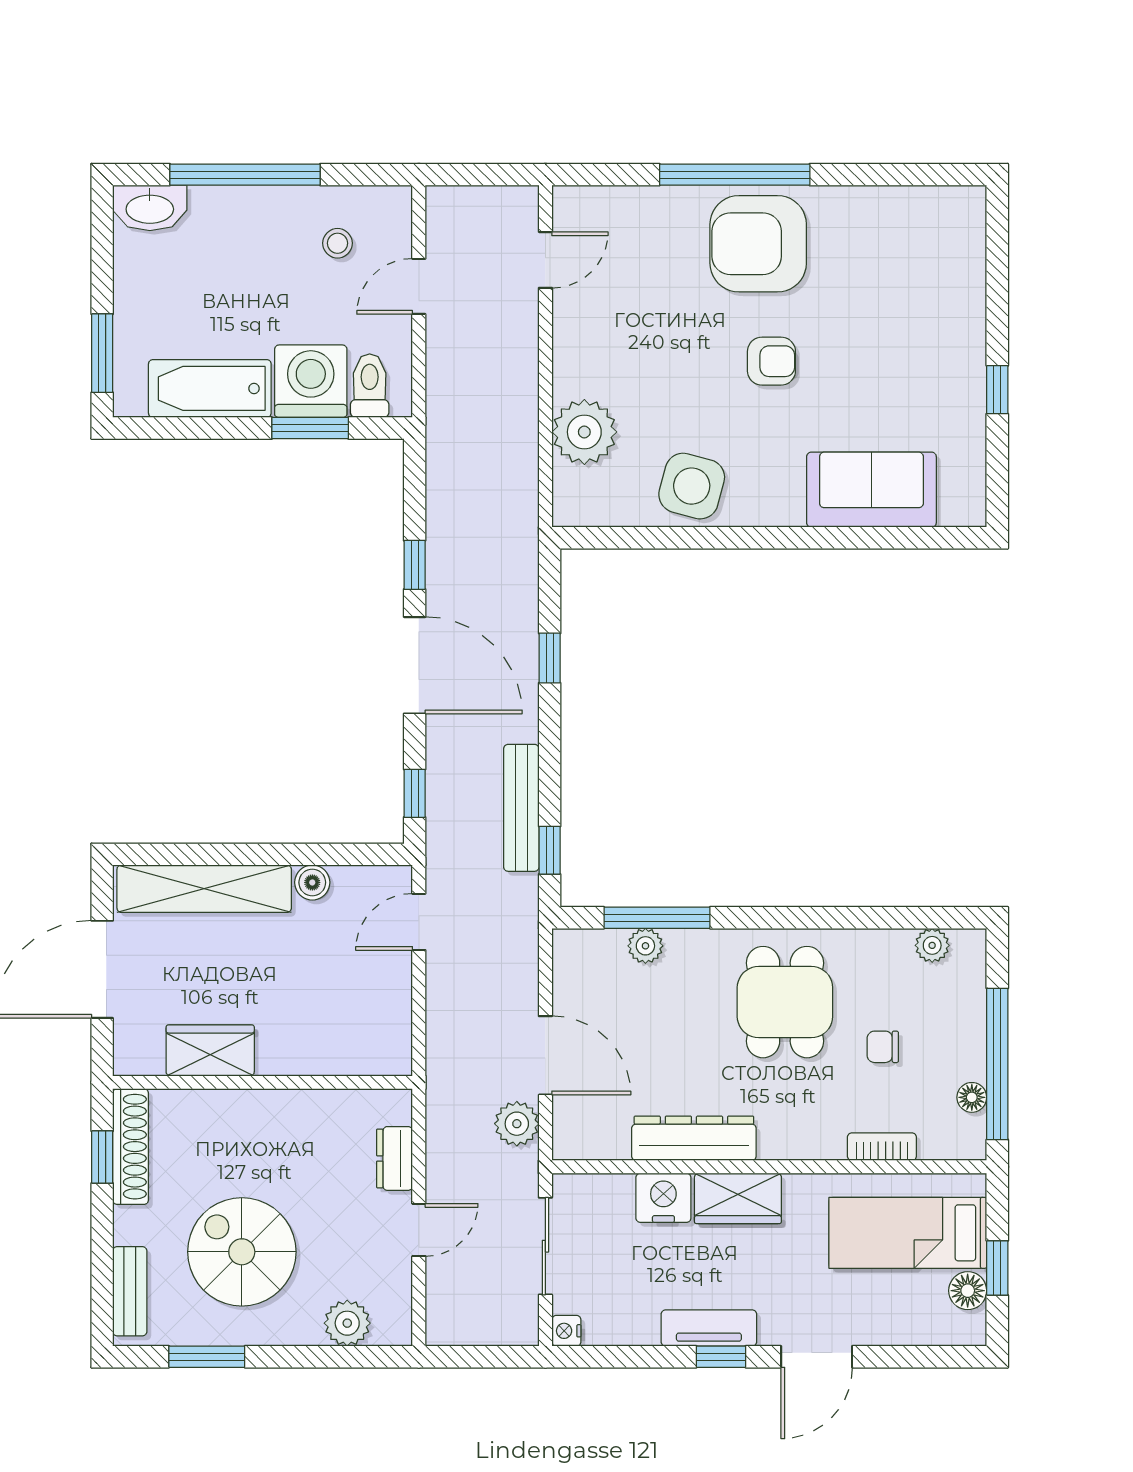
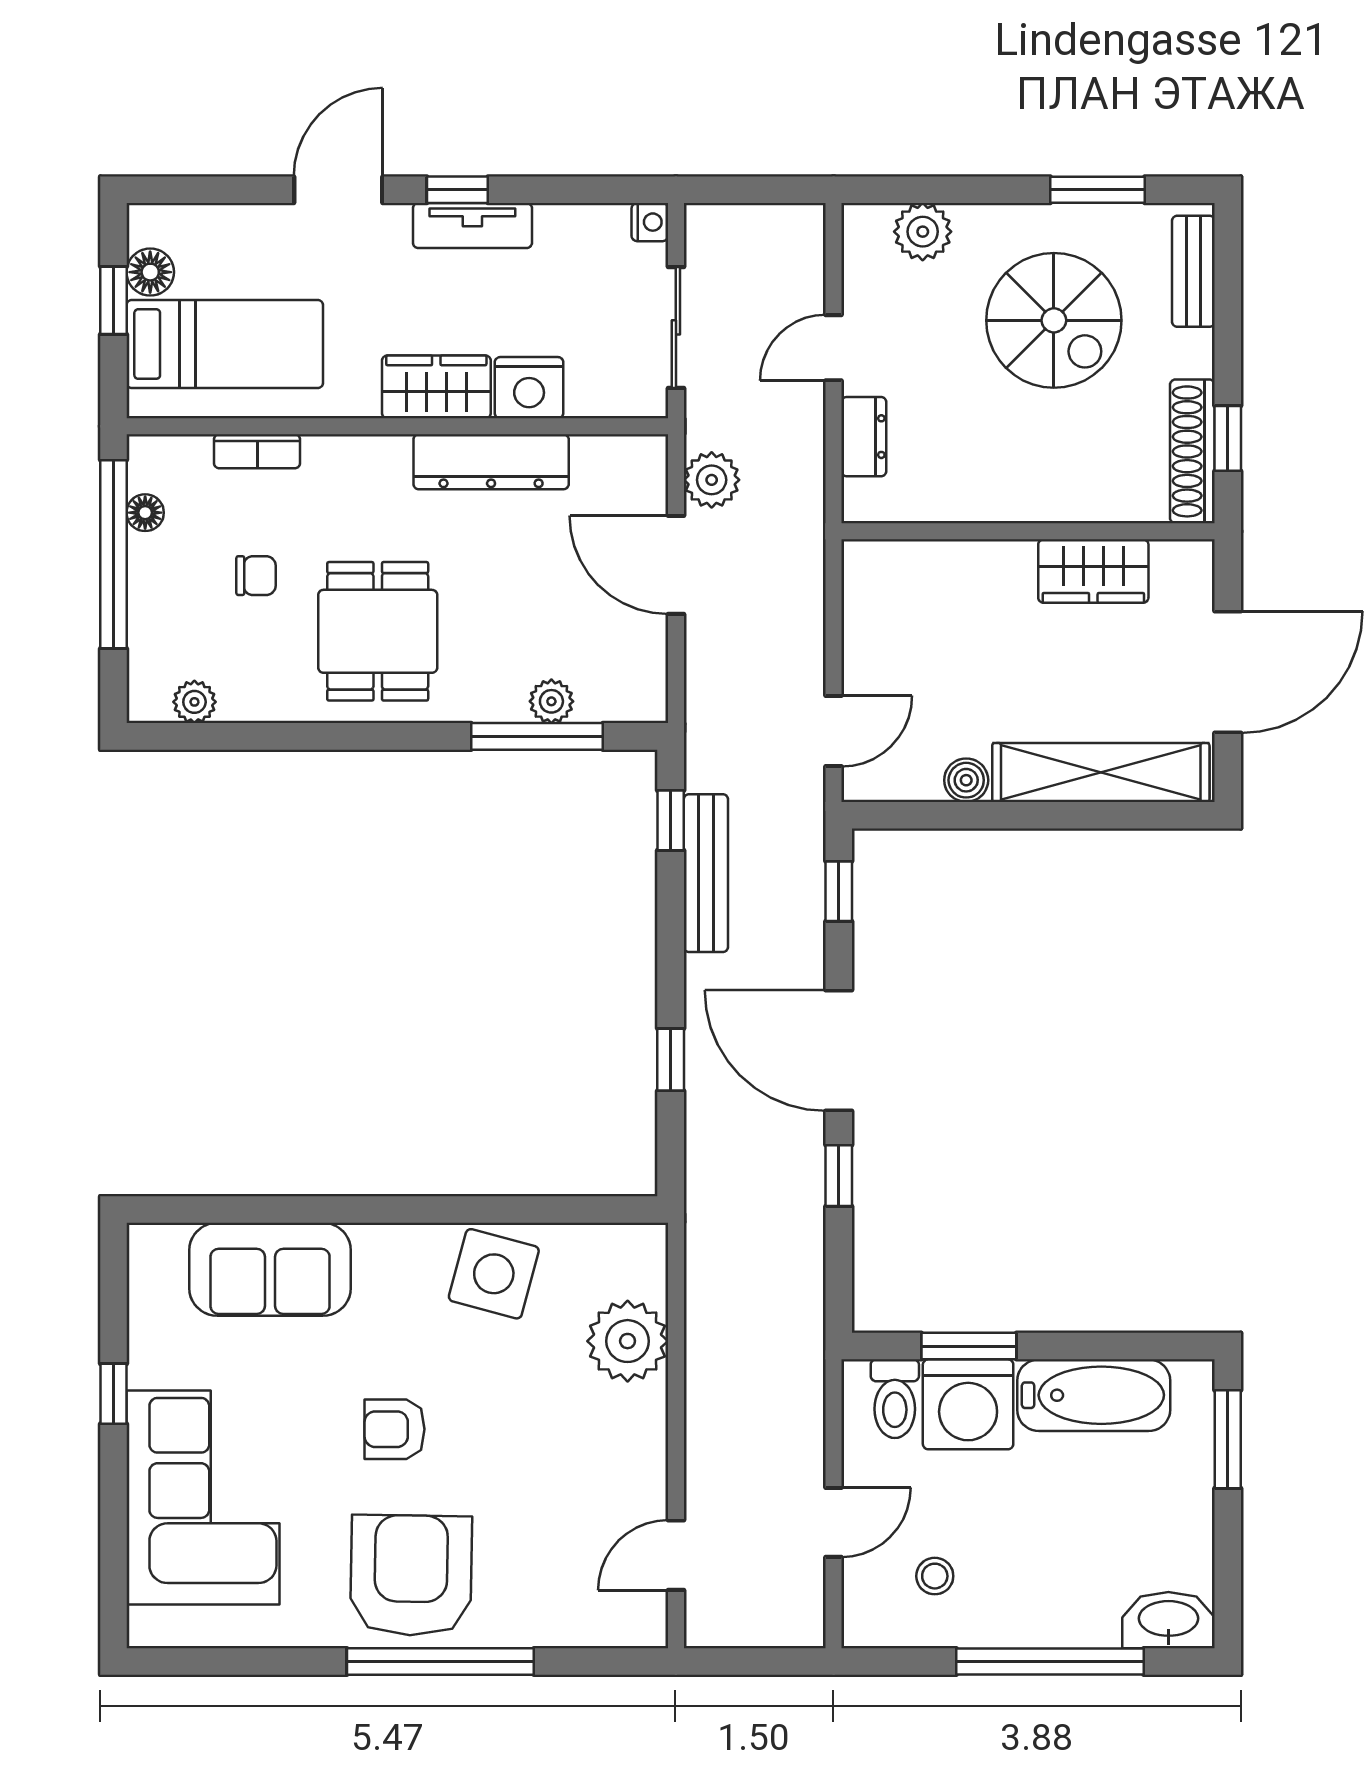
armchair: (758, 244) -> (411, 1575), turned -89
corner sofa: (925, 306) -> (203, 1498), added

